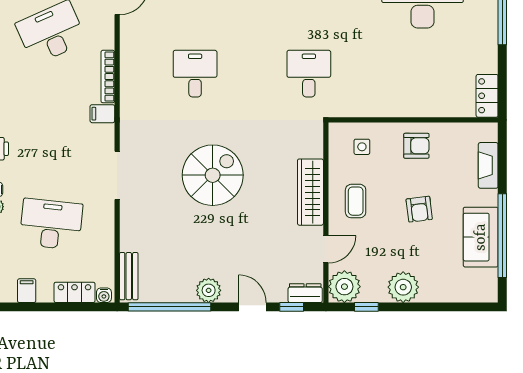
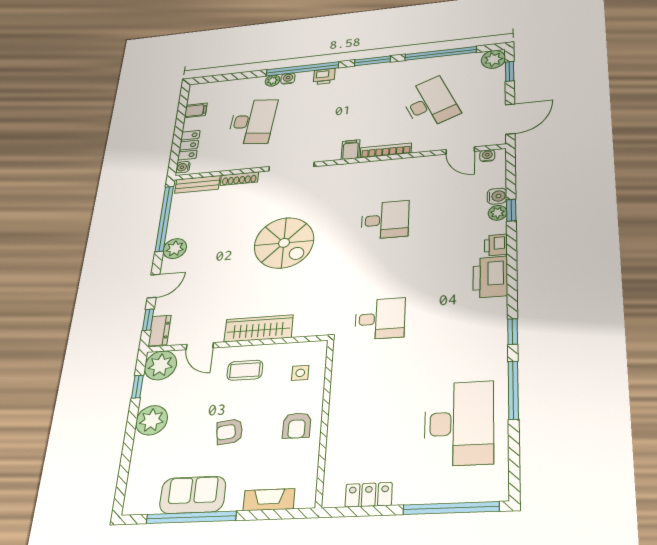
locker: (487, 96) -> (369, 495), moved
shoe rack: (126, 231) -> (239, 179), added

